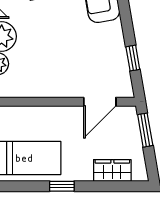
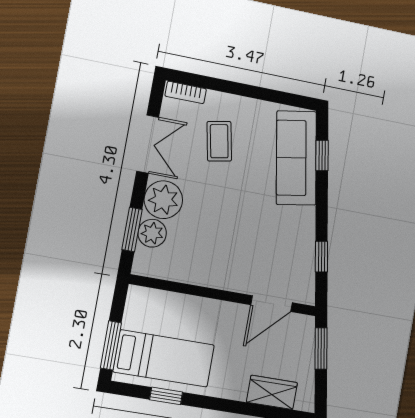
window: (62, 186) -> (166, 396), moved

